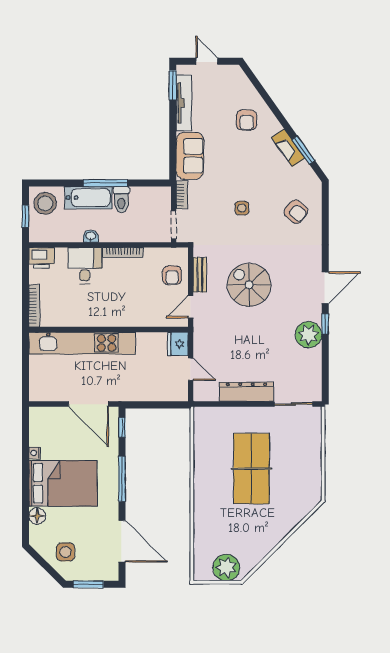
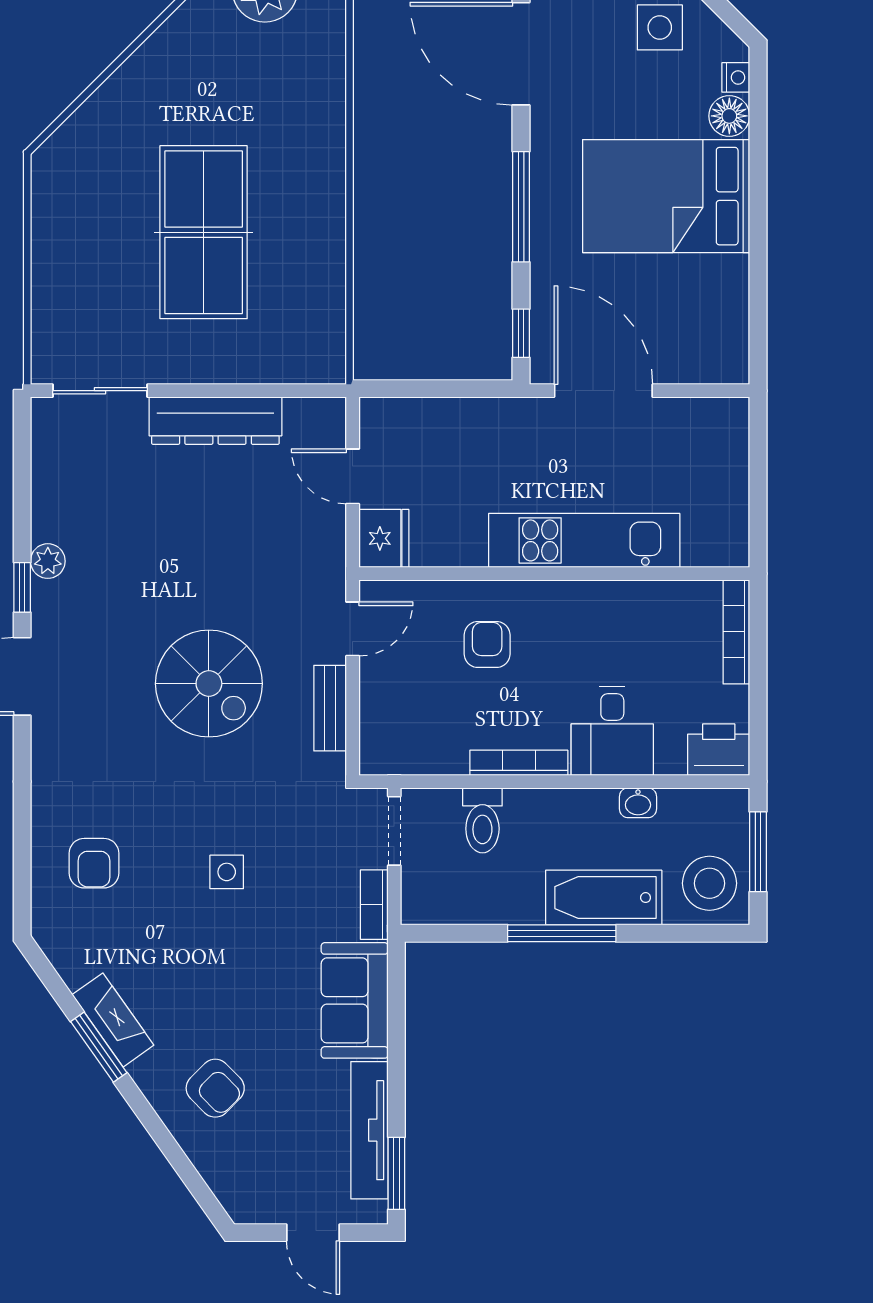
armchair: (247, 120) -> (215, 1088), turned 135
window: (303, 150) -> (99, 1047), moved
toilet: (121, 200) -> (482, 820), moved, turned 180
armchair: (296, 212) -> (94, 863), turned -131
window: (25, 216) -> (758, 852), width x1.50
washbasin: (91, 236) -> (638, 803), moved
armchair: (172, 275) -> (487, 645), moved
plant: (309, 335) -> (48, 561), width x0.53, depth x0.53
kitchen unit: (82, 343) -> (584, 540), width x0.73
nightstand: (35, 453) -> (736, 77), moved

